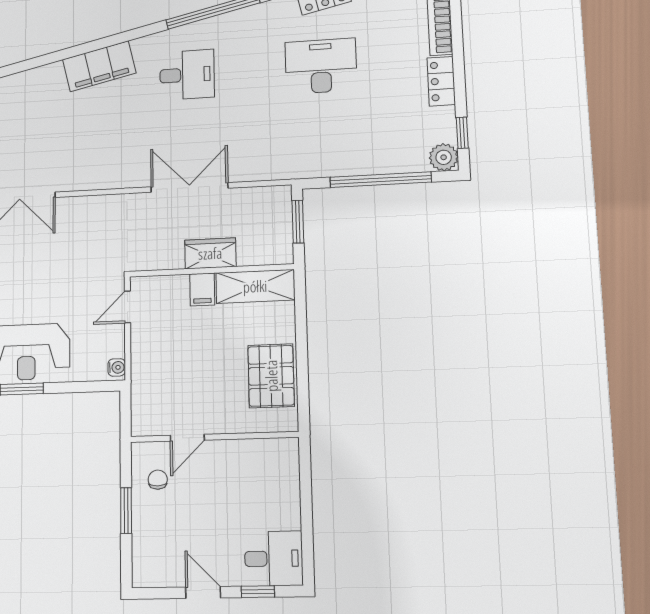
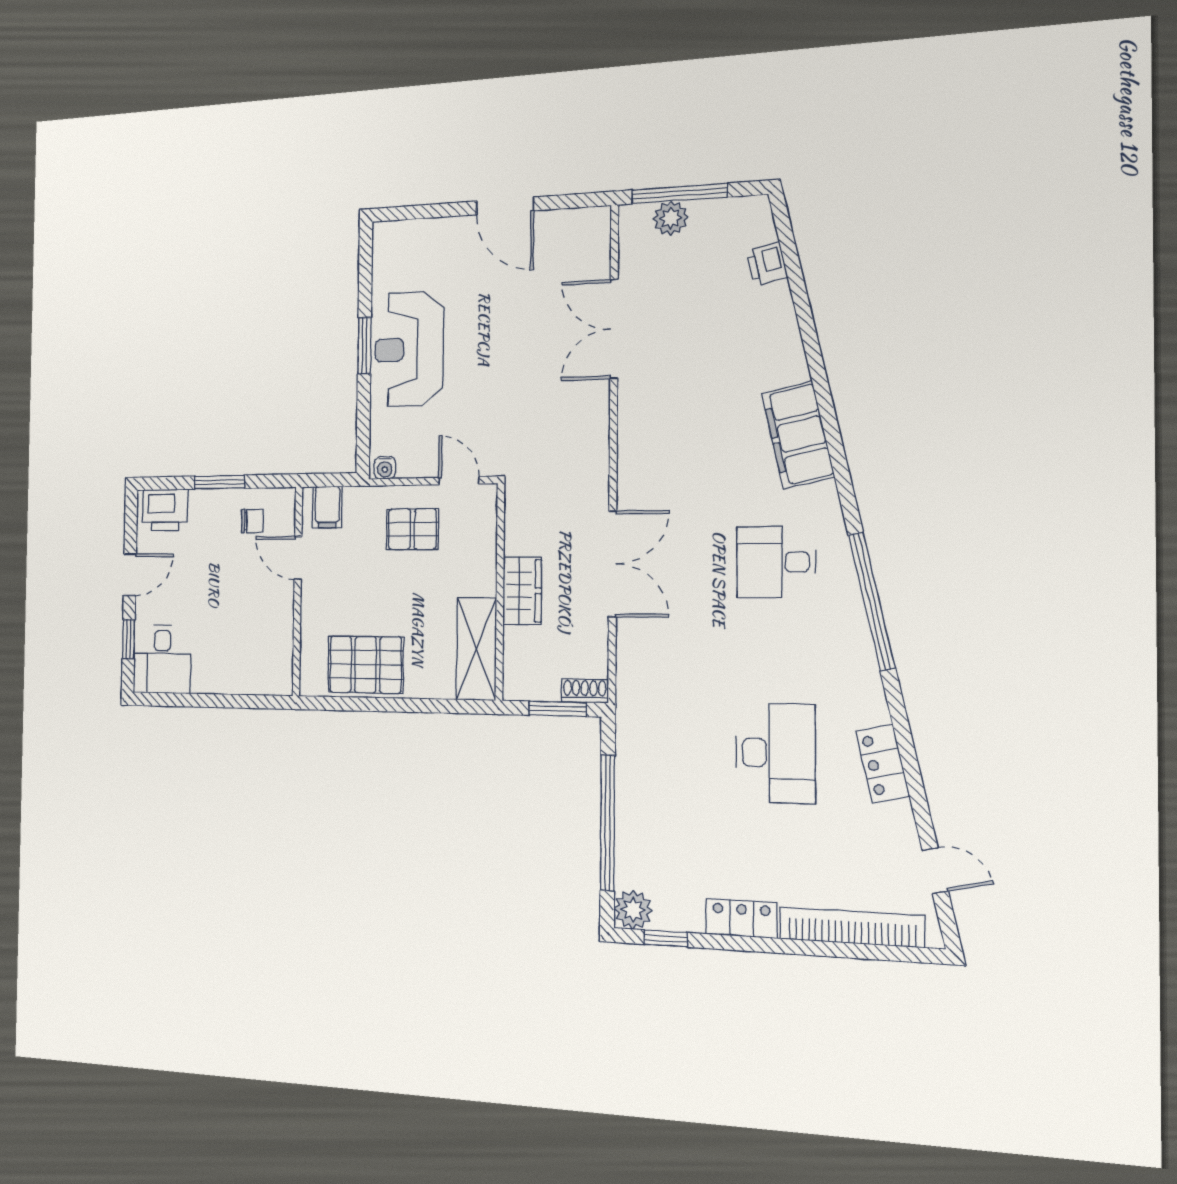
desk: (187, 75) -> (776, 562), turned 90
shoe rack: (283, 202) -> (585, 691), added
filing cabinet: (202, 289) -> (327, 507), moved, turned -90
pallet: (164, 342) -> (412, 529), added
printer: (148, 561) -> (165, 510), added

